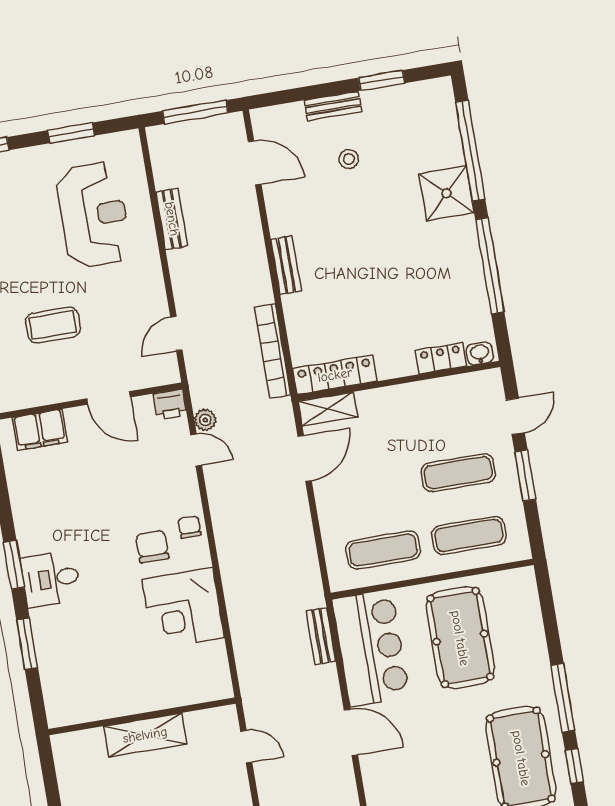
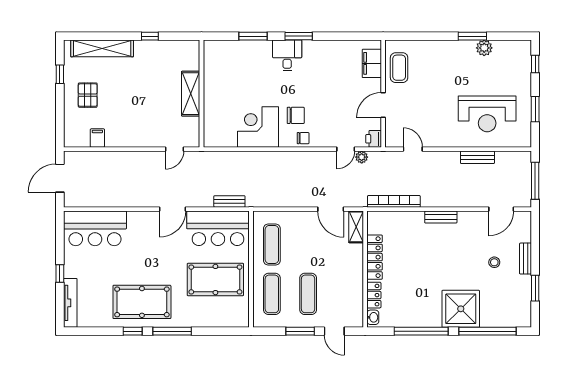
shower: (446, 193) -> (461, 309), width x1.37, depth x1.37
coffee table: (53, 325) -> (399, 68), moved
locker: (335, 375) -> (375, 257), moved

